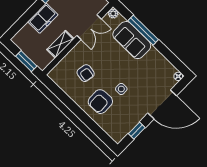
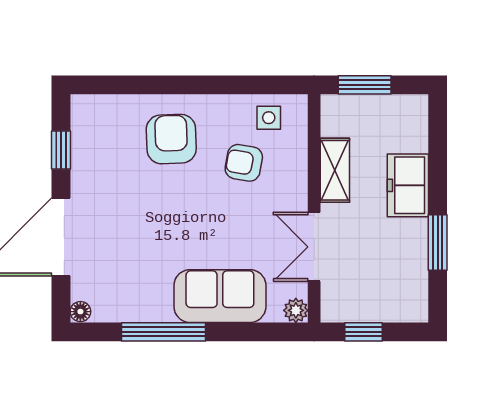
window: (143, 30) -> (164, 332), moved
side table: (121, 89) -> (269, 118), moved

